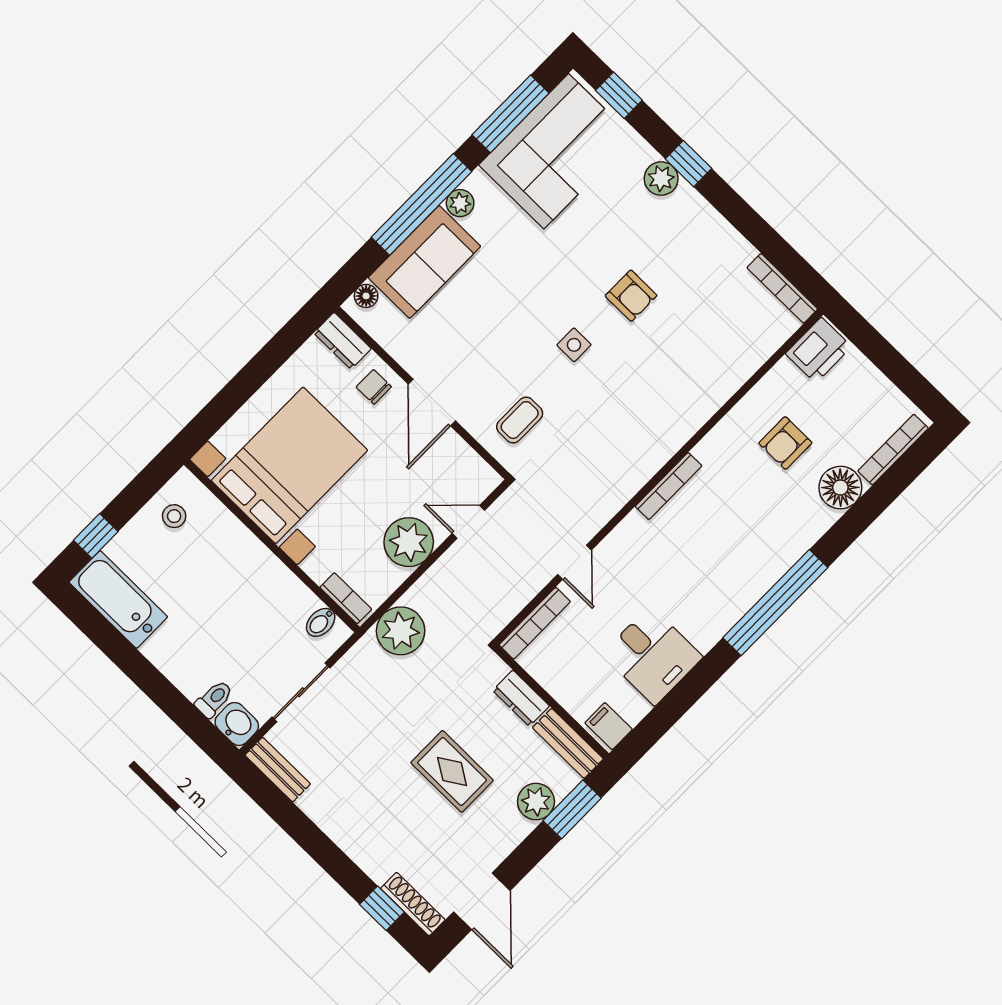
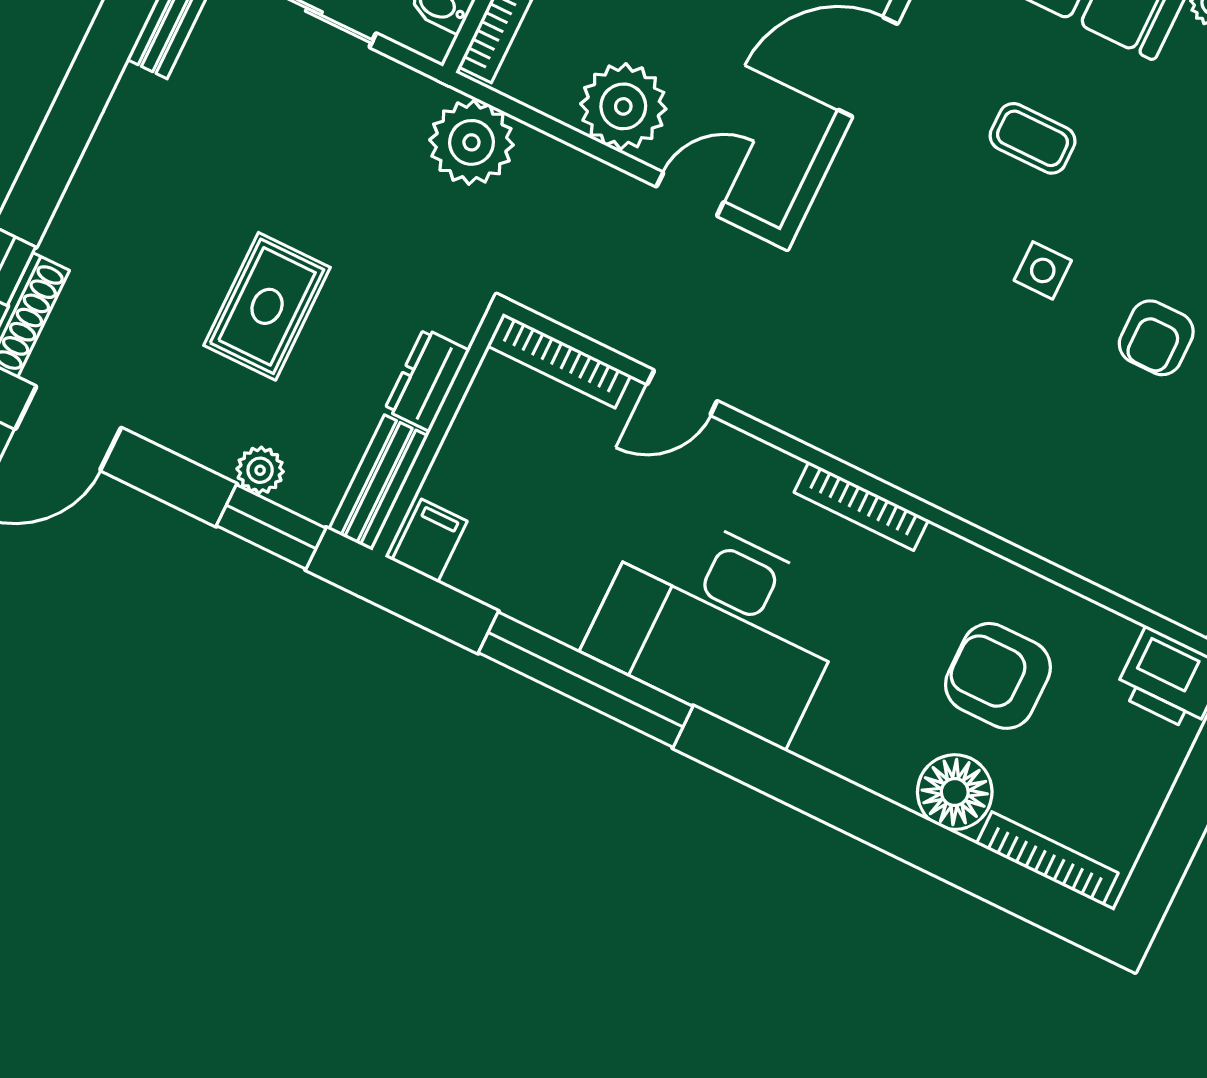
coffee table: (520, 420) -> (1033, 138), moved
armchair: (785, 443) -> (998, 676), width x1.38, depth x1.38
door: (468, 522) -> (690, 194), hinge flipped
window: (775, 603) -> (586, 680), moved
desk: (652, 656) -> (720, 624), moved, width x1.87, depth x1.30
plant: (536, 802) -> (260, 470), width x0.73, depth x0.73

